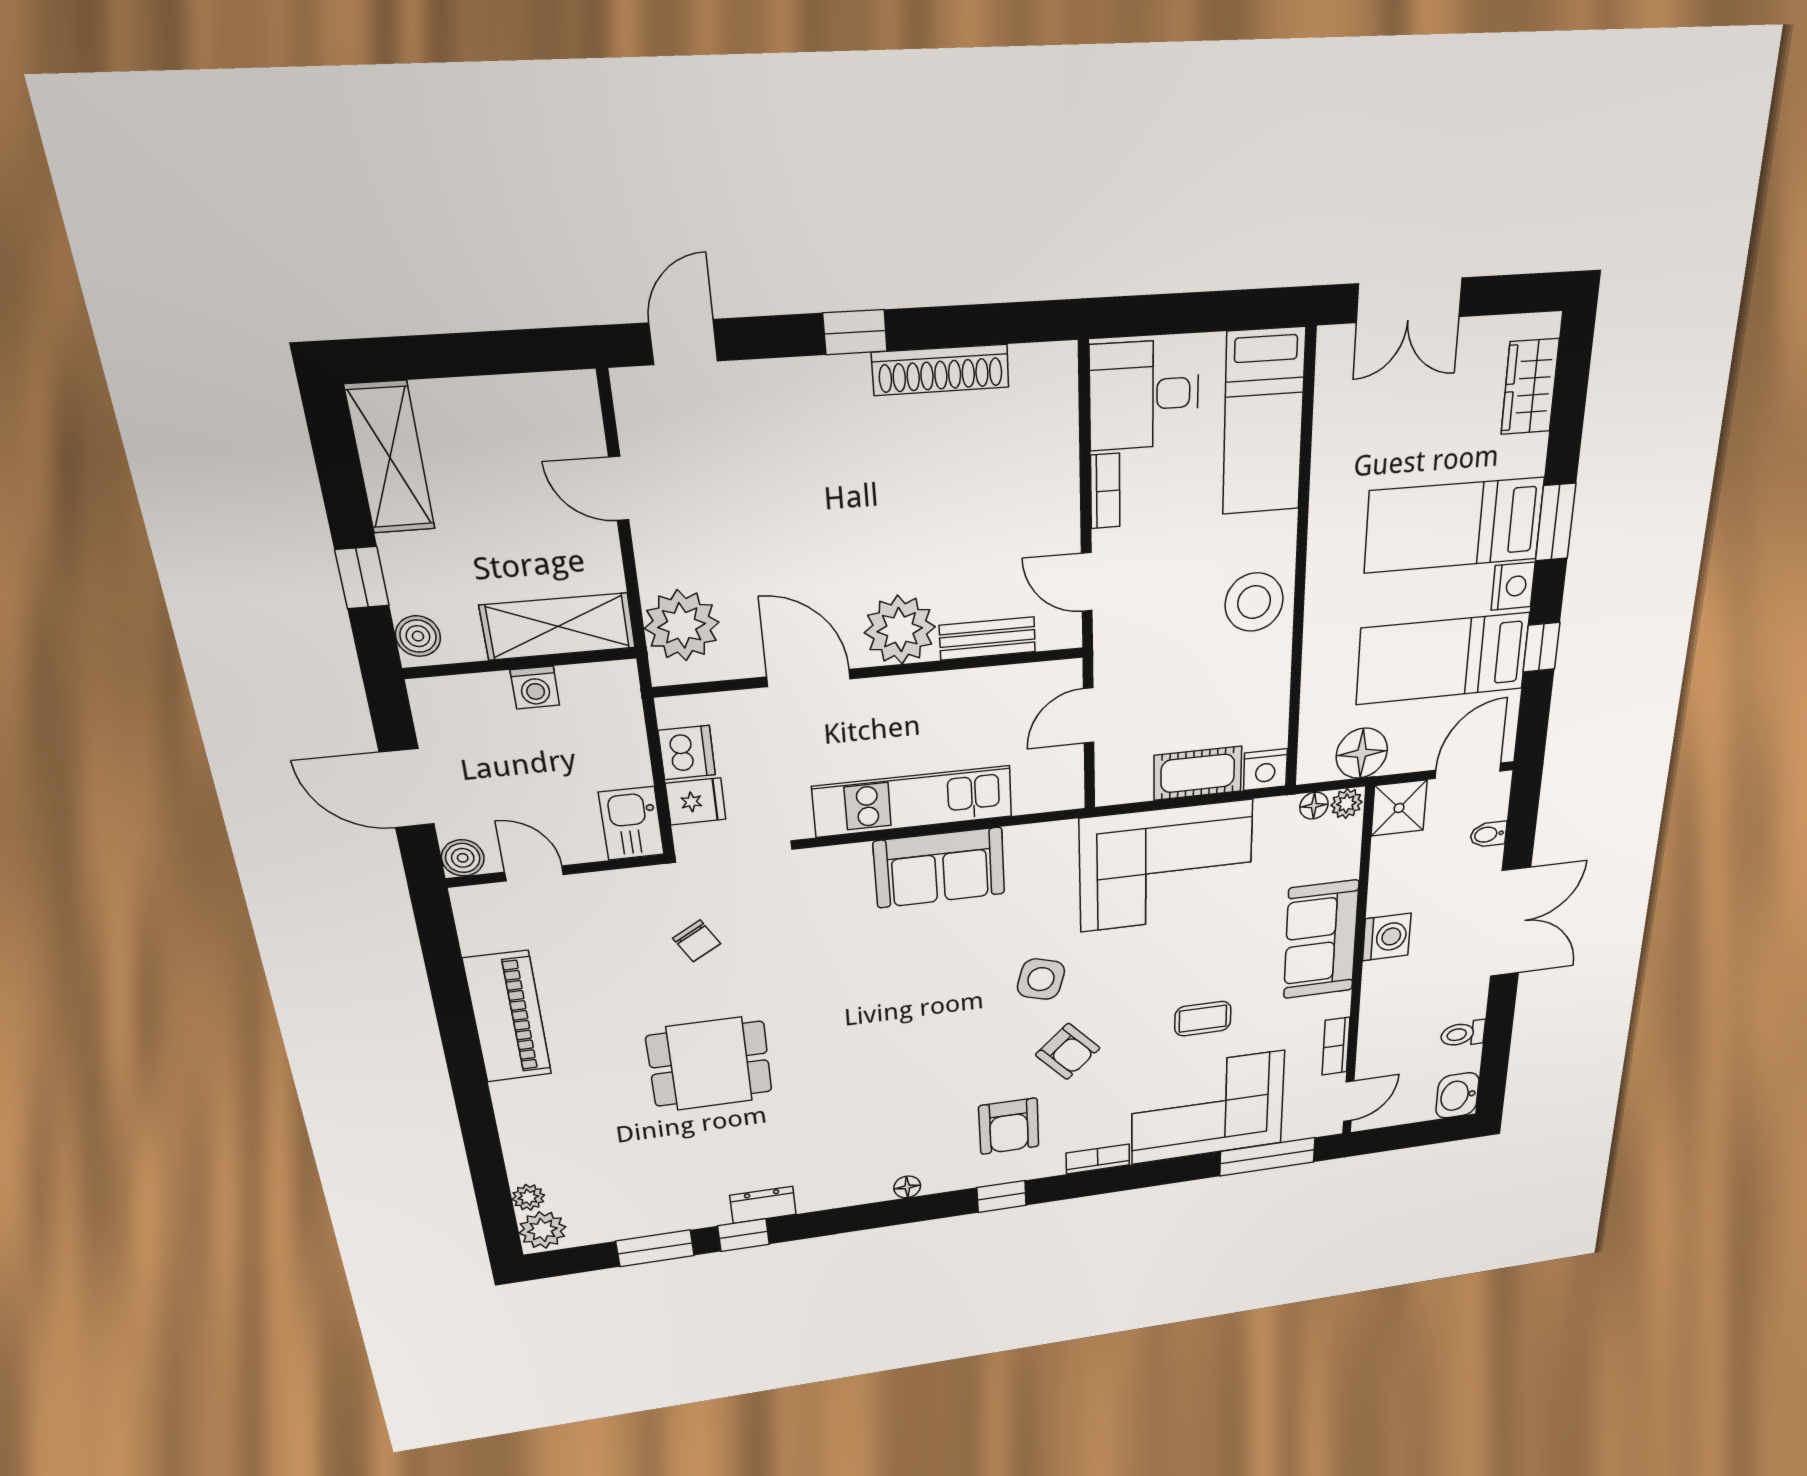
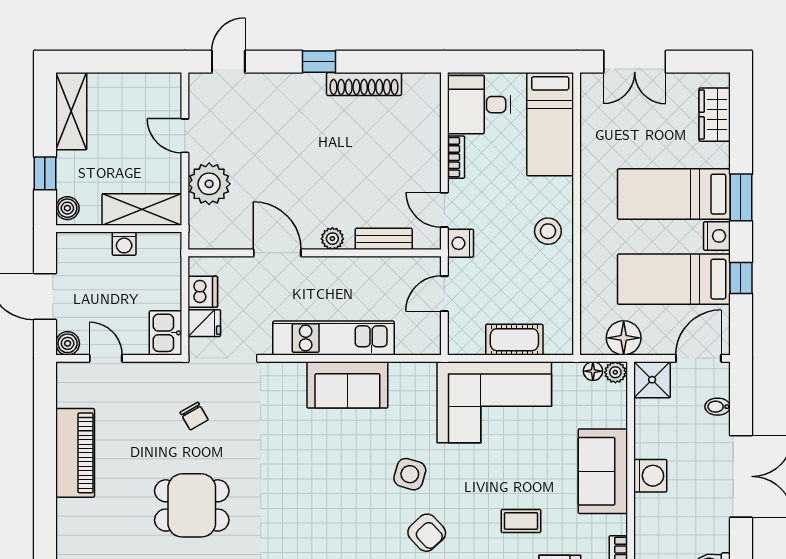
stool: (1254, 602) -> (548, 231), width x0.73, depth x0.73
plant: (682, 625) -> (209, 184), moved
plant: (900, 630) -> (332, 239), width x0.53, depth x0.53
nightstand: (1265, 770) -> (461, 243), moved, turned 90

